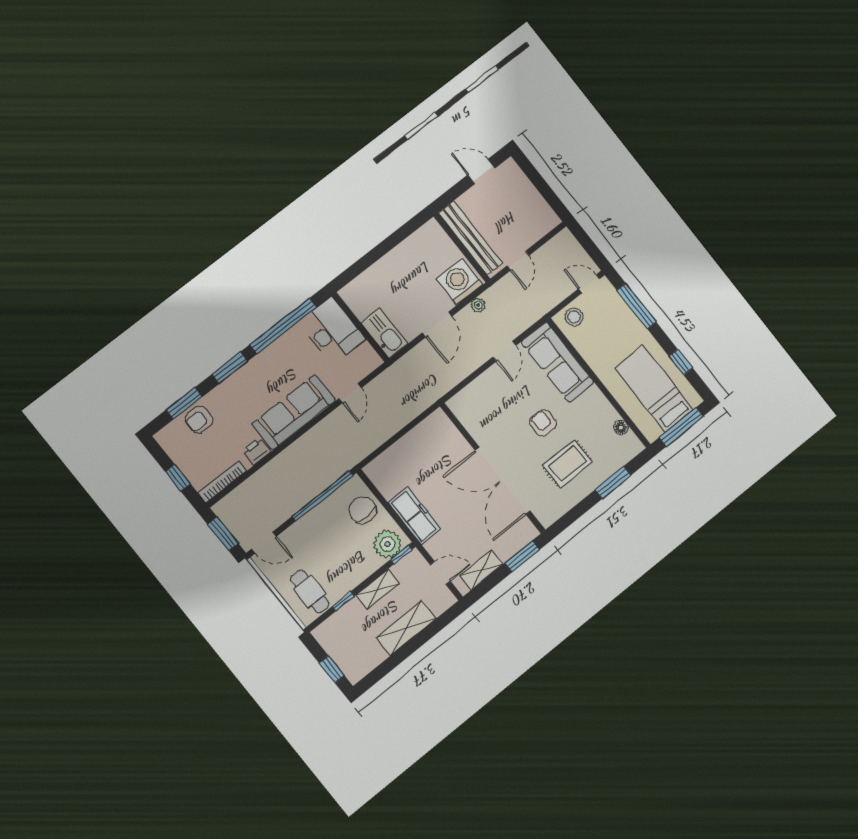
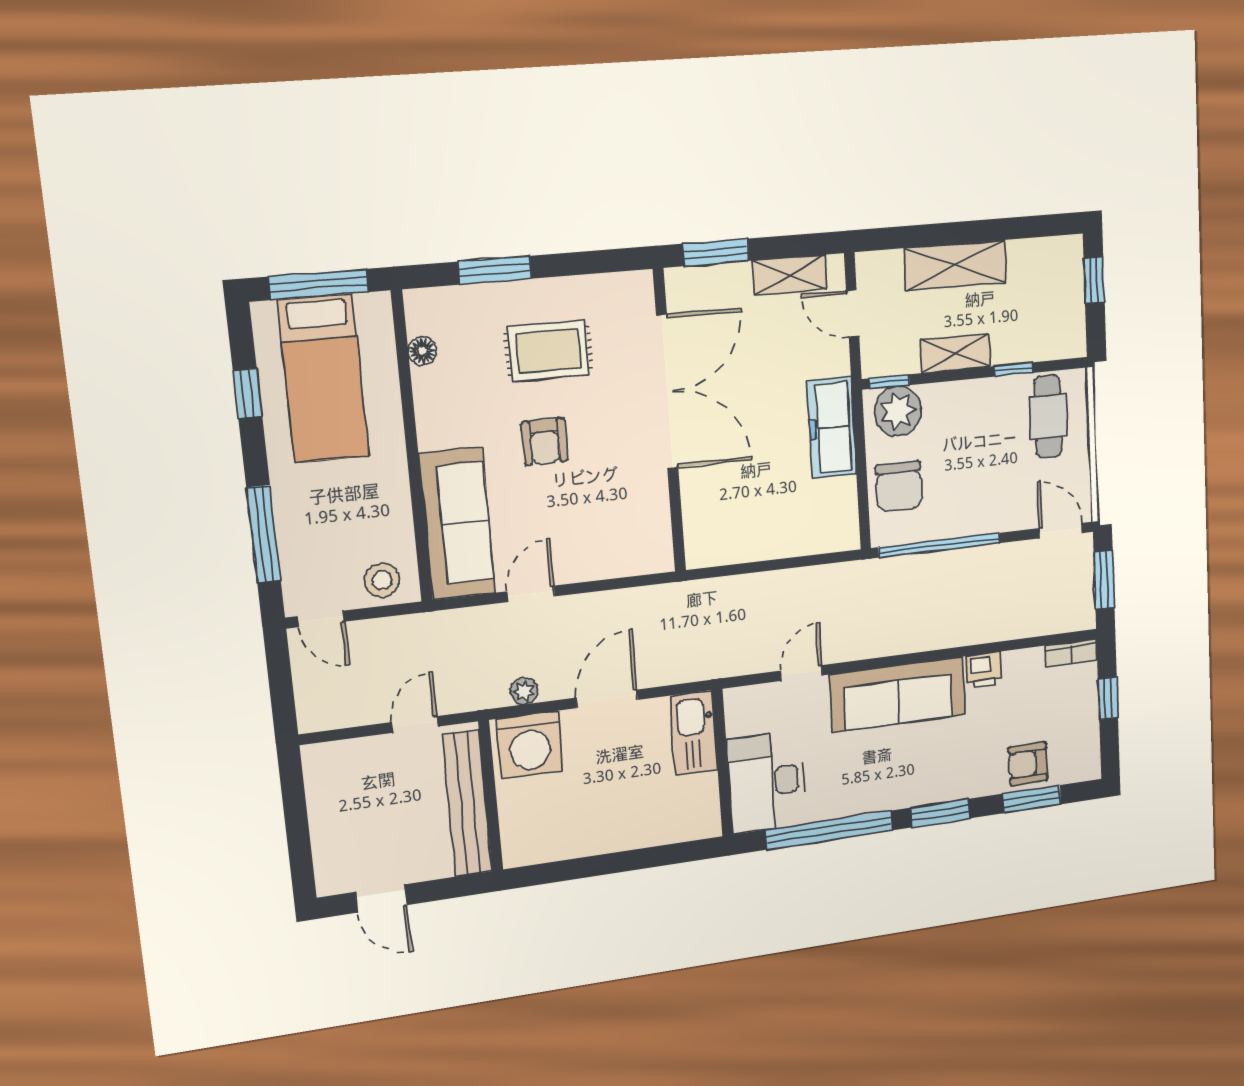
armchair: (199, 420) -> (1028, 764), turned 180
bookcase: (222, 482) -> (1071, 653), width x0.64

